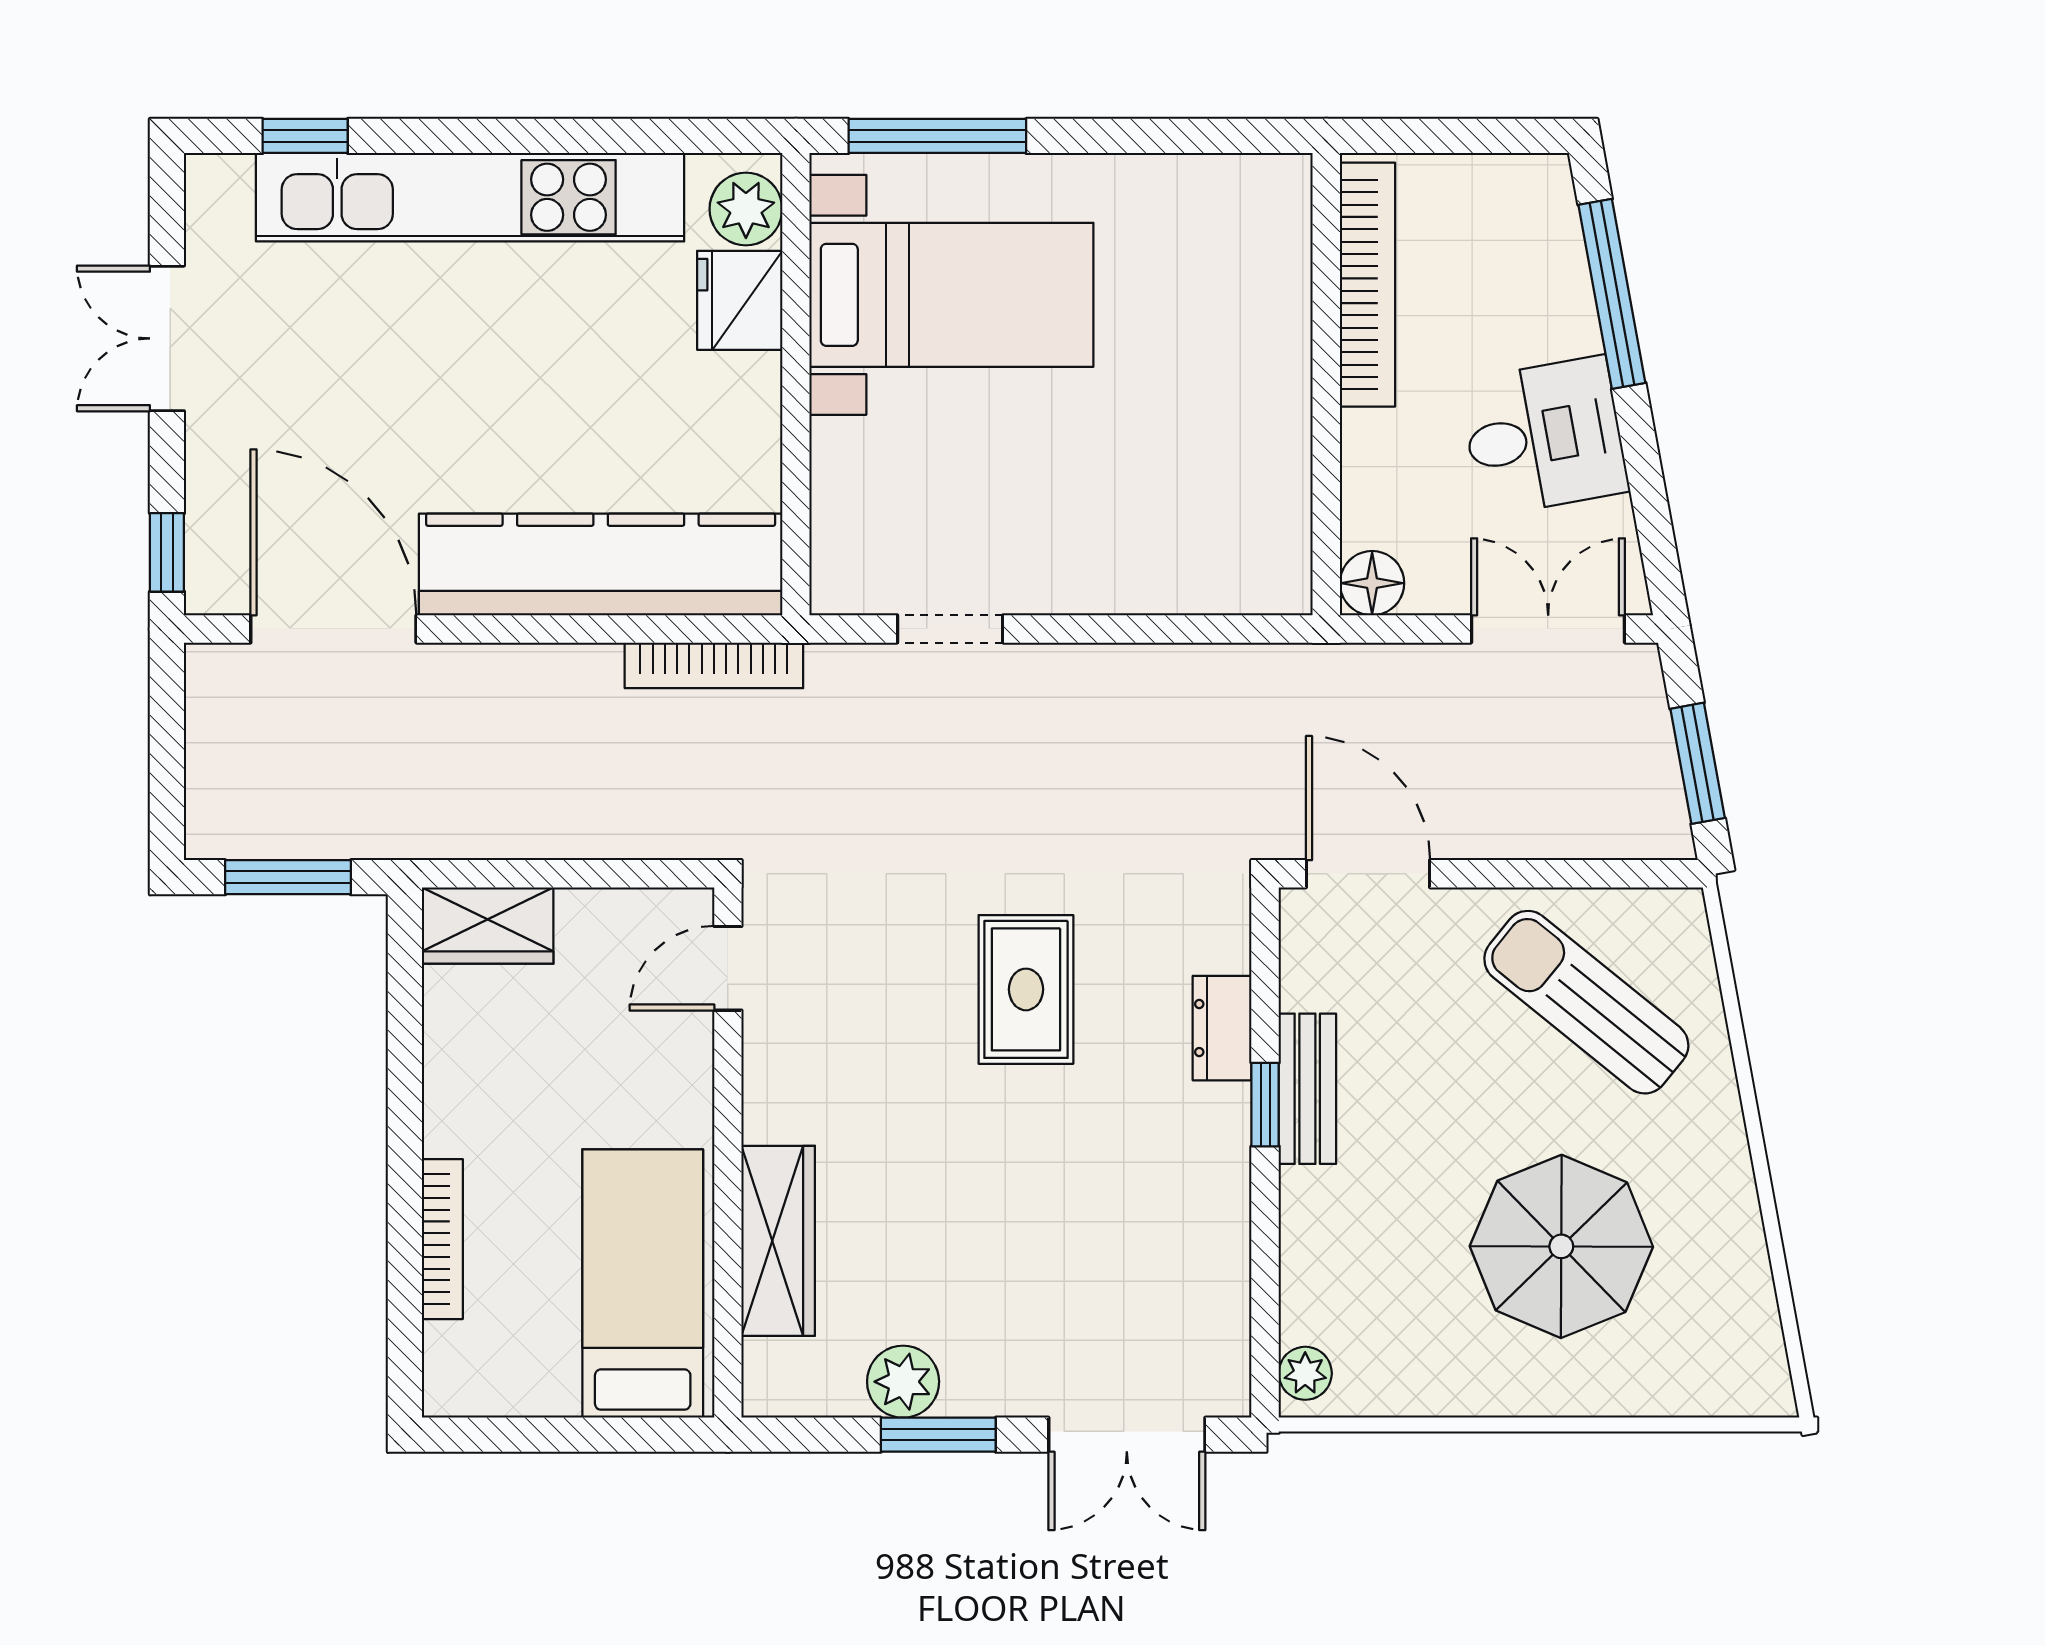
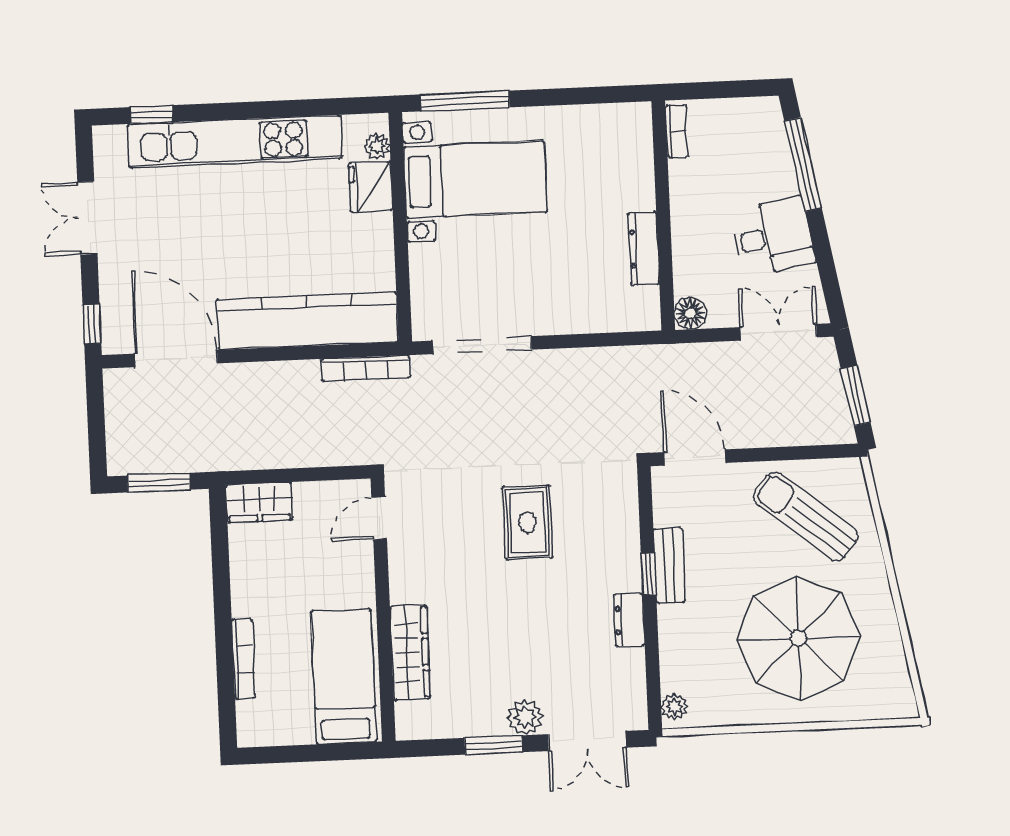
plant: (746, 209) -> (377, 146), width x0.73, depth x0.73
bookcase: (1368, 285) -> (677, 131), width x0.43, depth x0.76
dresser: (1284, 448) -> (644, 248), added
doorway: (950, 629) -> (482, 345), width x1.88
dresser: (1222, 1028) -> (629, 620), moved
parasol: (1561, 1246) -> (799, 638), width x1.36, depth x1.36
plant: (903, 1382) -> (525, 717), moved

